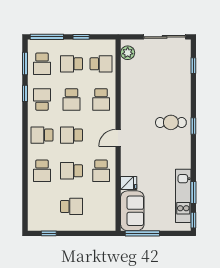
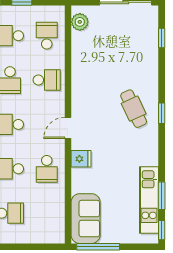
school desk: (101, 64) -> (47, 36), turned -90
school desk: (101, 99) -> (47, 80), turned -90
cafe table: (171, 122) -> (134, 109), turned 65
fridge: (129, 183) -> (81, 159), moved

